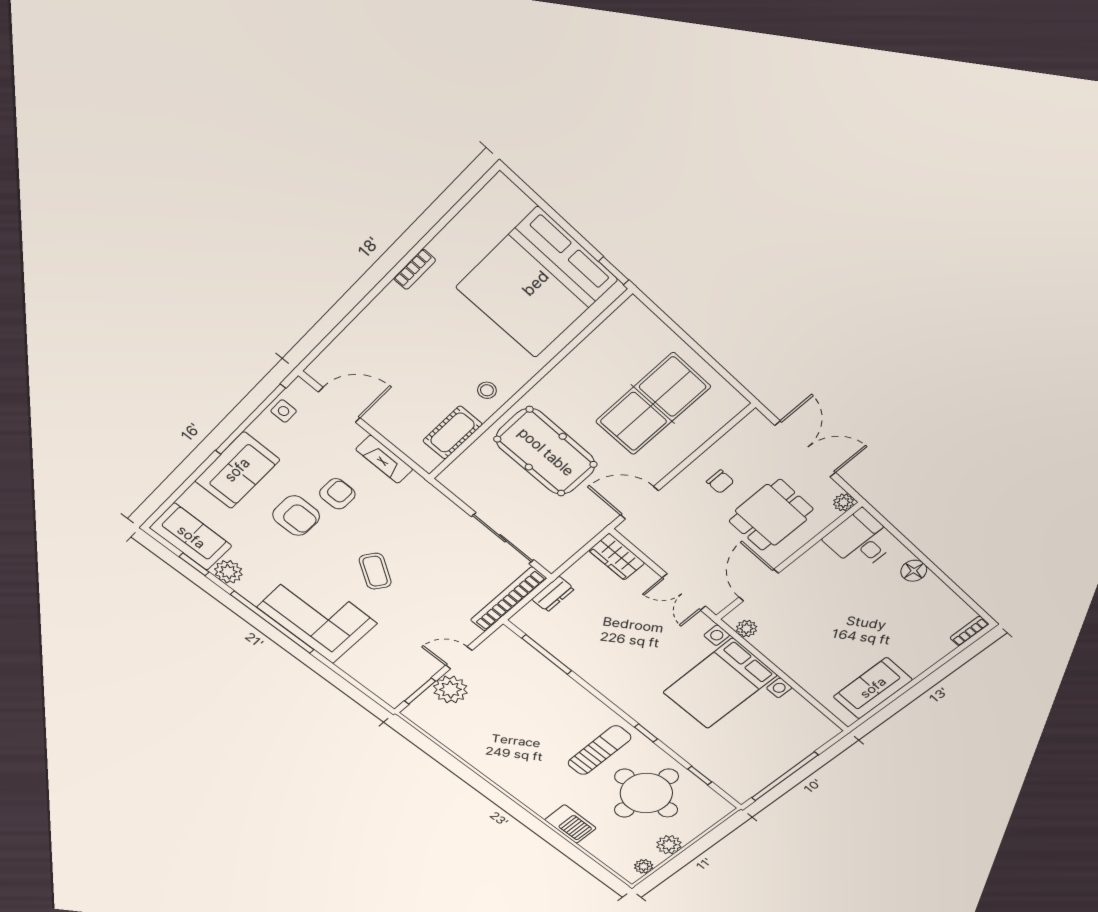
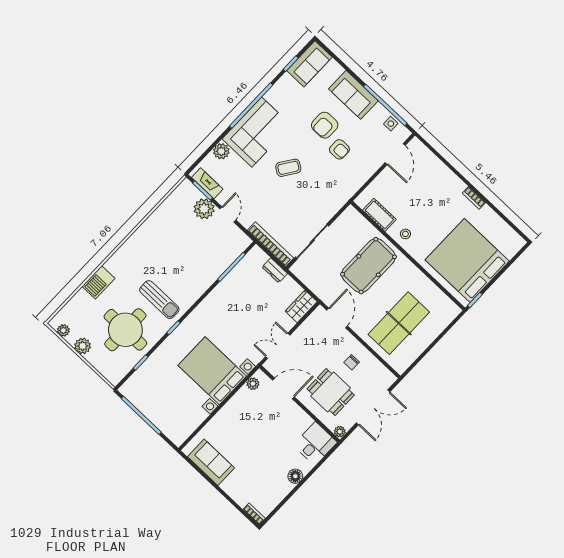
table tennis table: (653, 404) -> (399, 323), turned 90
fireplace: (384, 459) -> (207, 183), moved, turned 90
plant: (228, 572) -> (221, 151), moved

